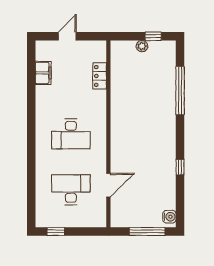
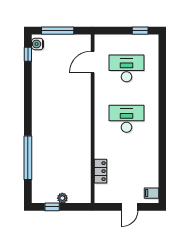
filing cabinet: (43, 73) -> (152, 193), moved, width x0.50
window: (180, 167) -> (28, 54), moved
door: (108, 185) -> (93, 62), moved
desk: (71, 190) -> (127, 68), turned 180

